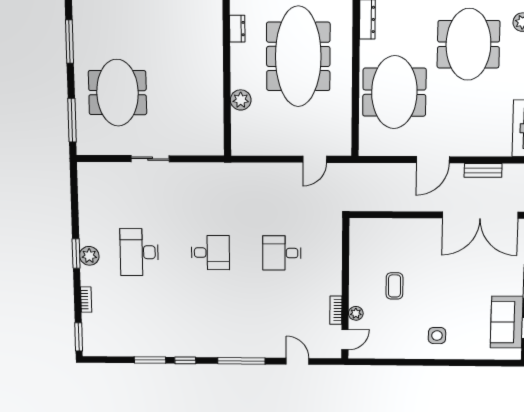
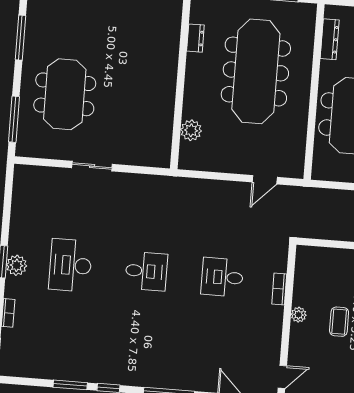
plant: (241, 100) -> (191, 130), moved
bookcase: (336, 310) -> (279, 289), moved
plant: (356, 313) -> (299, 315), moved

